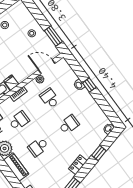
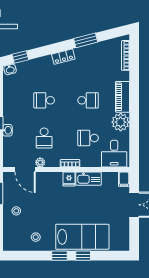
window: (99, 153) -> (20, 57), moved

